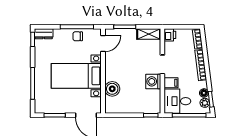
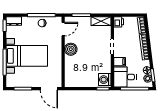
bed with nightstands: (76, 76) -> (27, 56), moved, turned 180
washing machine: (153, 81) -> (105, 80), moved
boiler: (112, 89) -> (71, 49), moved

